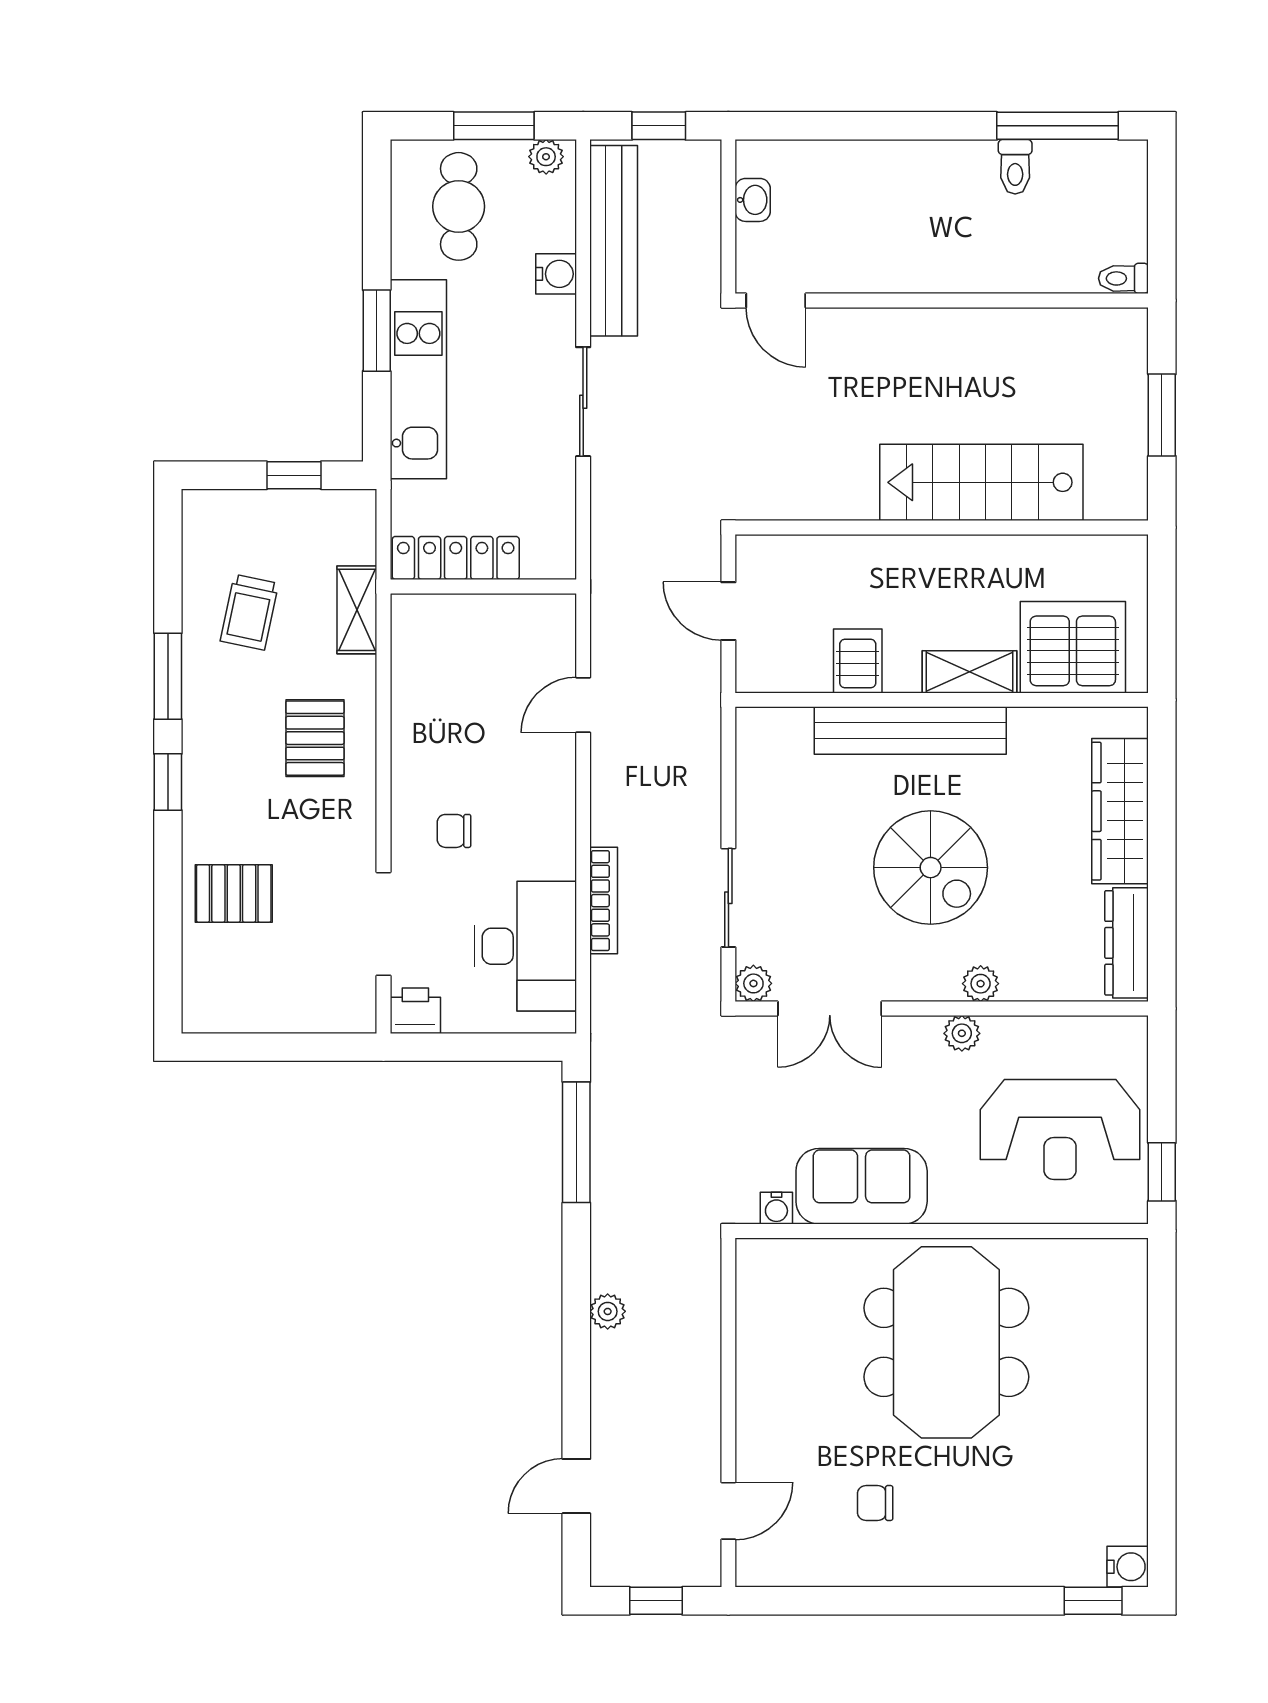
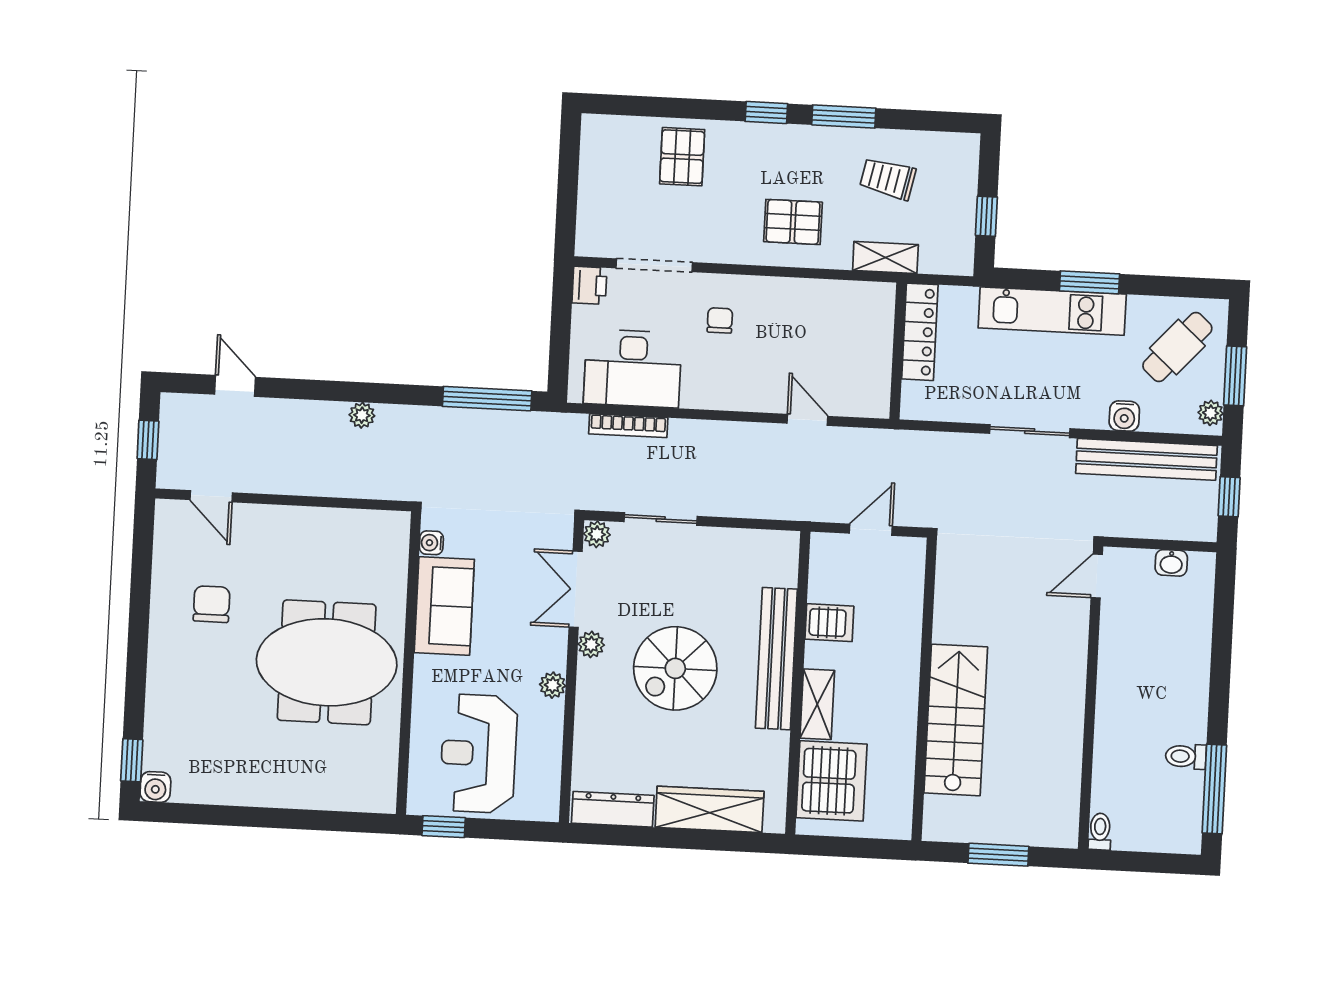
cafe table: (459, 206) -> (1177, 347), turned -48
bookcase: (604, 901) -> (628, 426), moved
plant: (981, 984) -> (591, 644), moved
chair: (875, 1503) -> (212, 604), width x1.37, depth x1.37

